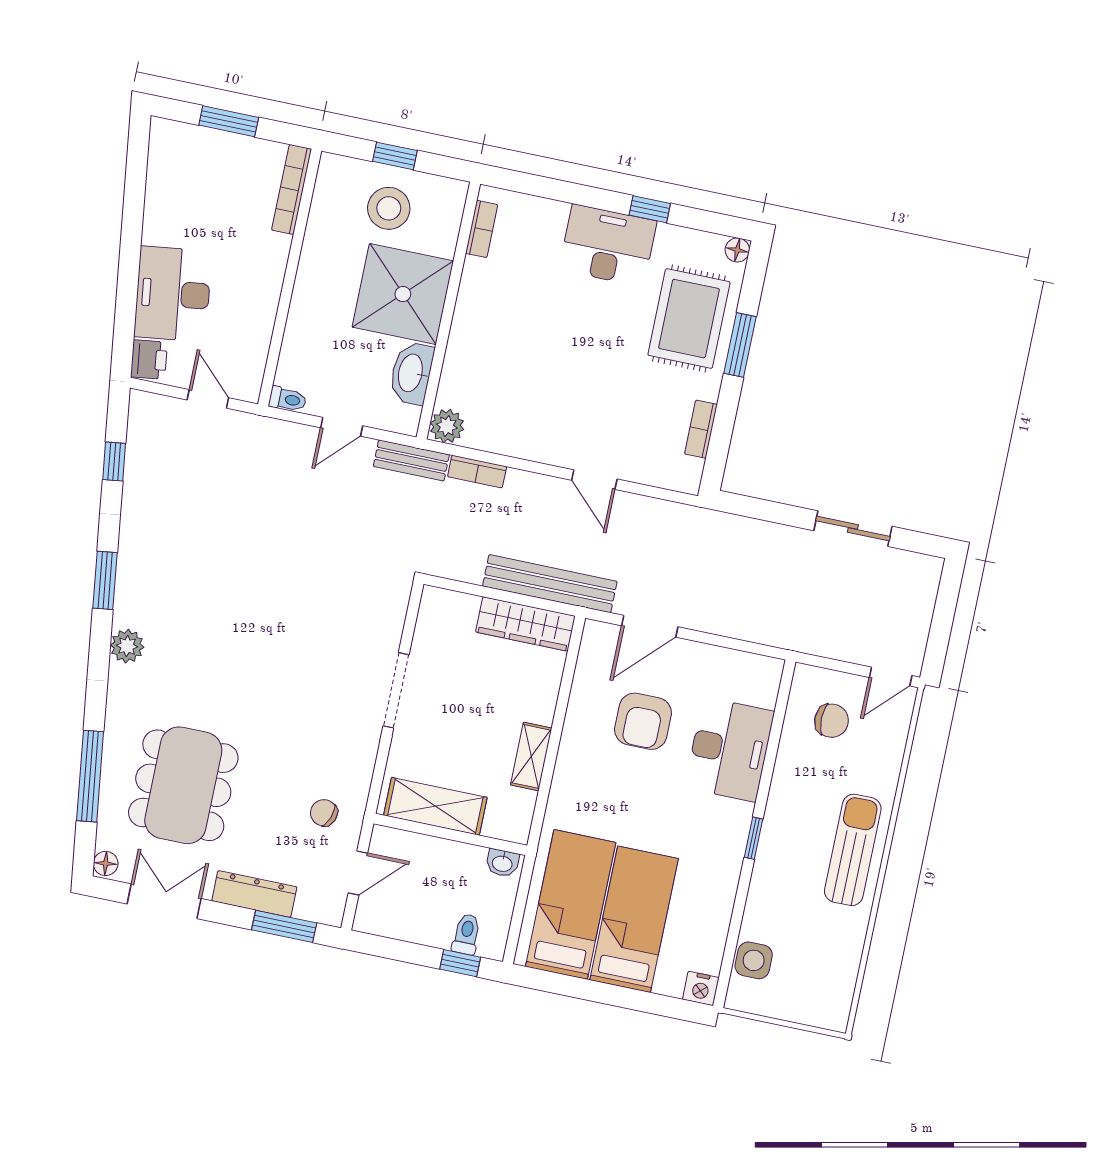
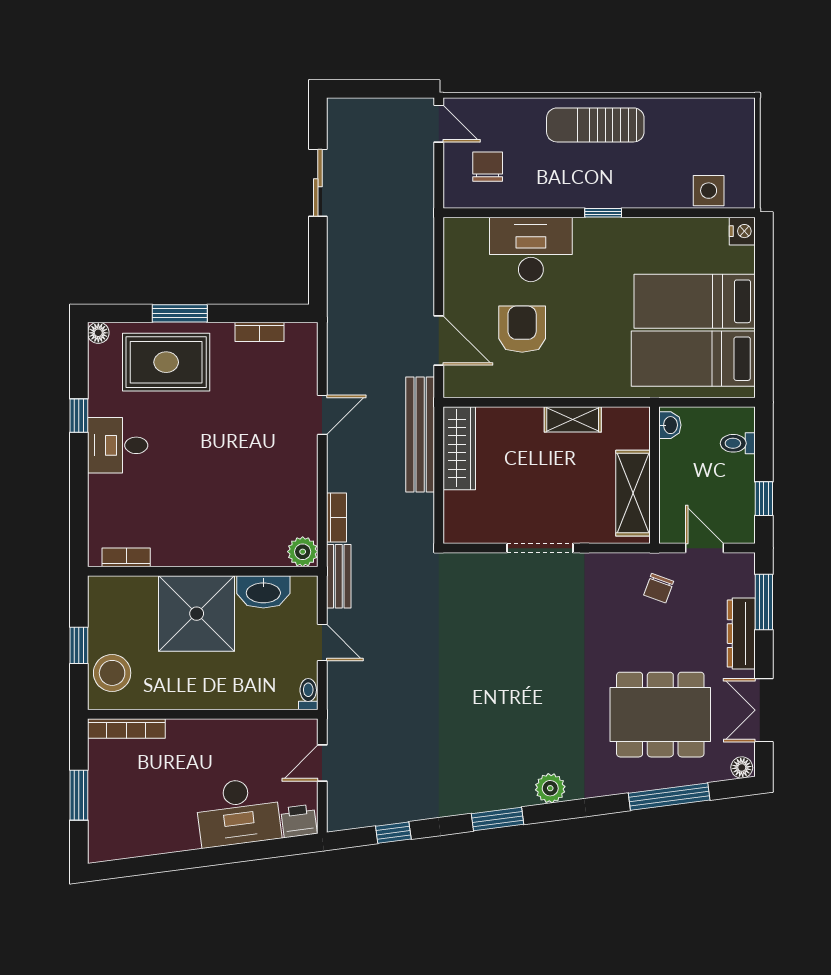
stool: (389, 208) -> (112, 673), moved
desk: (608, 245) -> (118, 445), width x0.73
armchair: (643, 721) -> (522, 329), turned -90
window: (460, 963) -> (764, 499), moved

